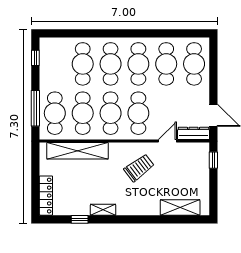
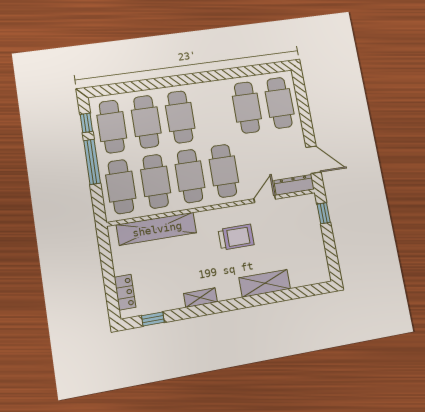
cafe table: (138, 64) -> (112, 127), moved
window: (35, 108) -> (92, 162), moved
trolley: (139, 168) -> (236, 237), turned 37
locker: (46, 196) -> (125, 292), width x0.66
shelving: (180, 208) -> (265, 283), moved
window: (80, 219) -> (153, 319), moved

